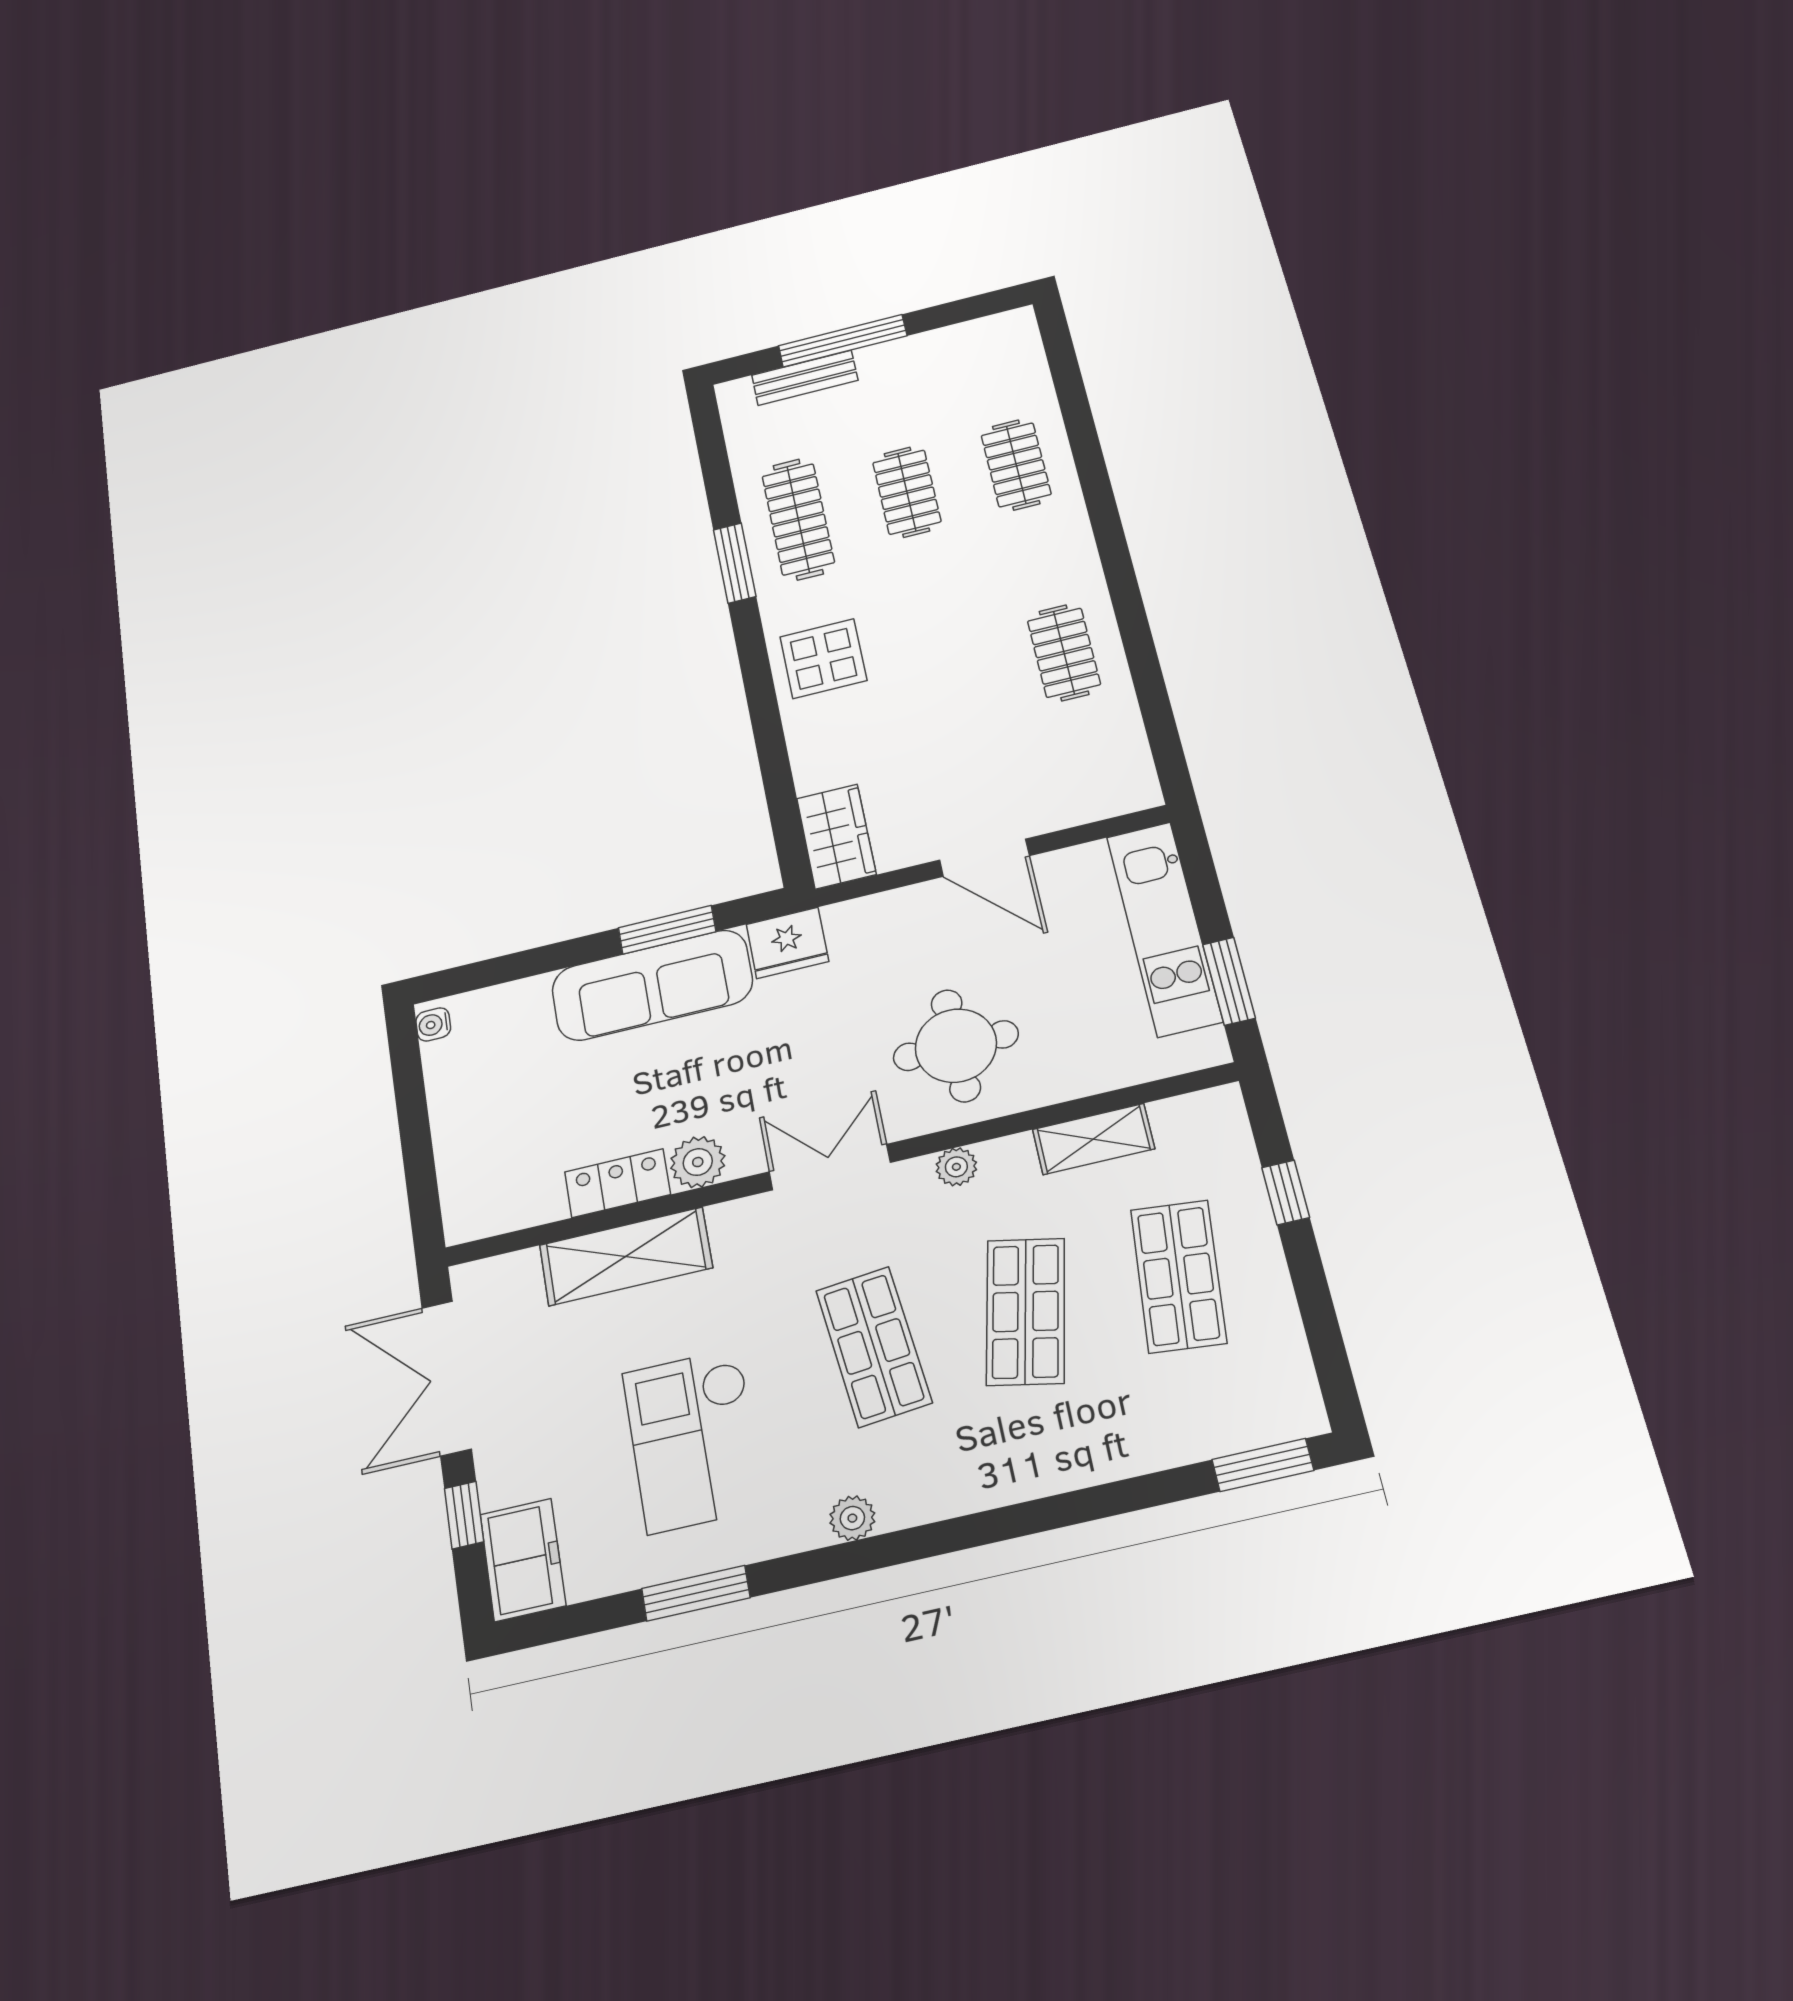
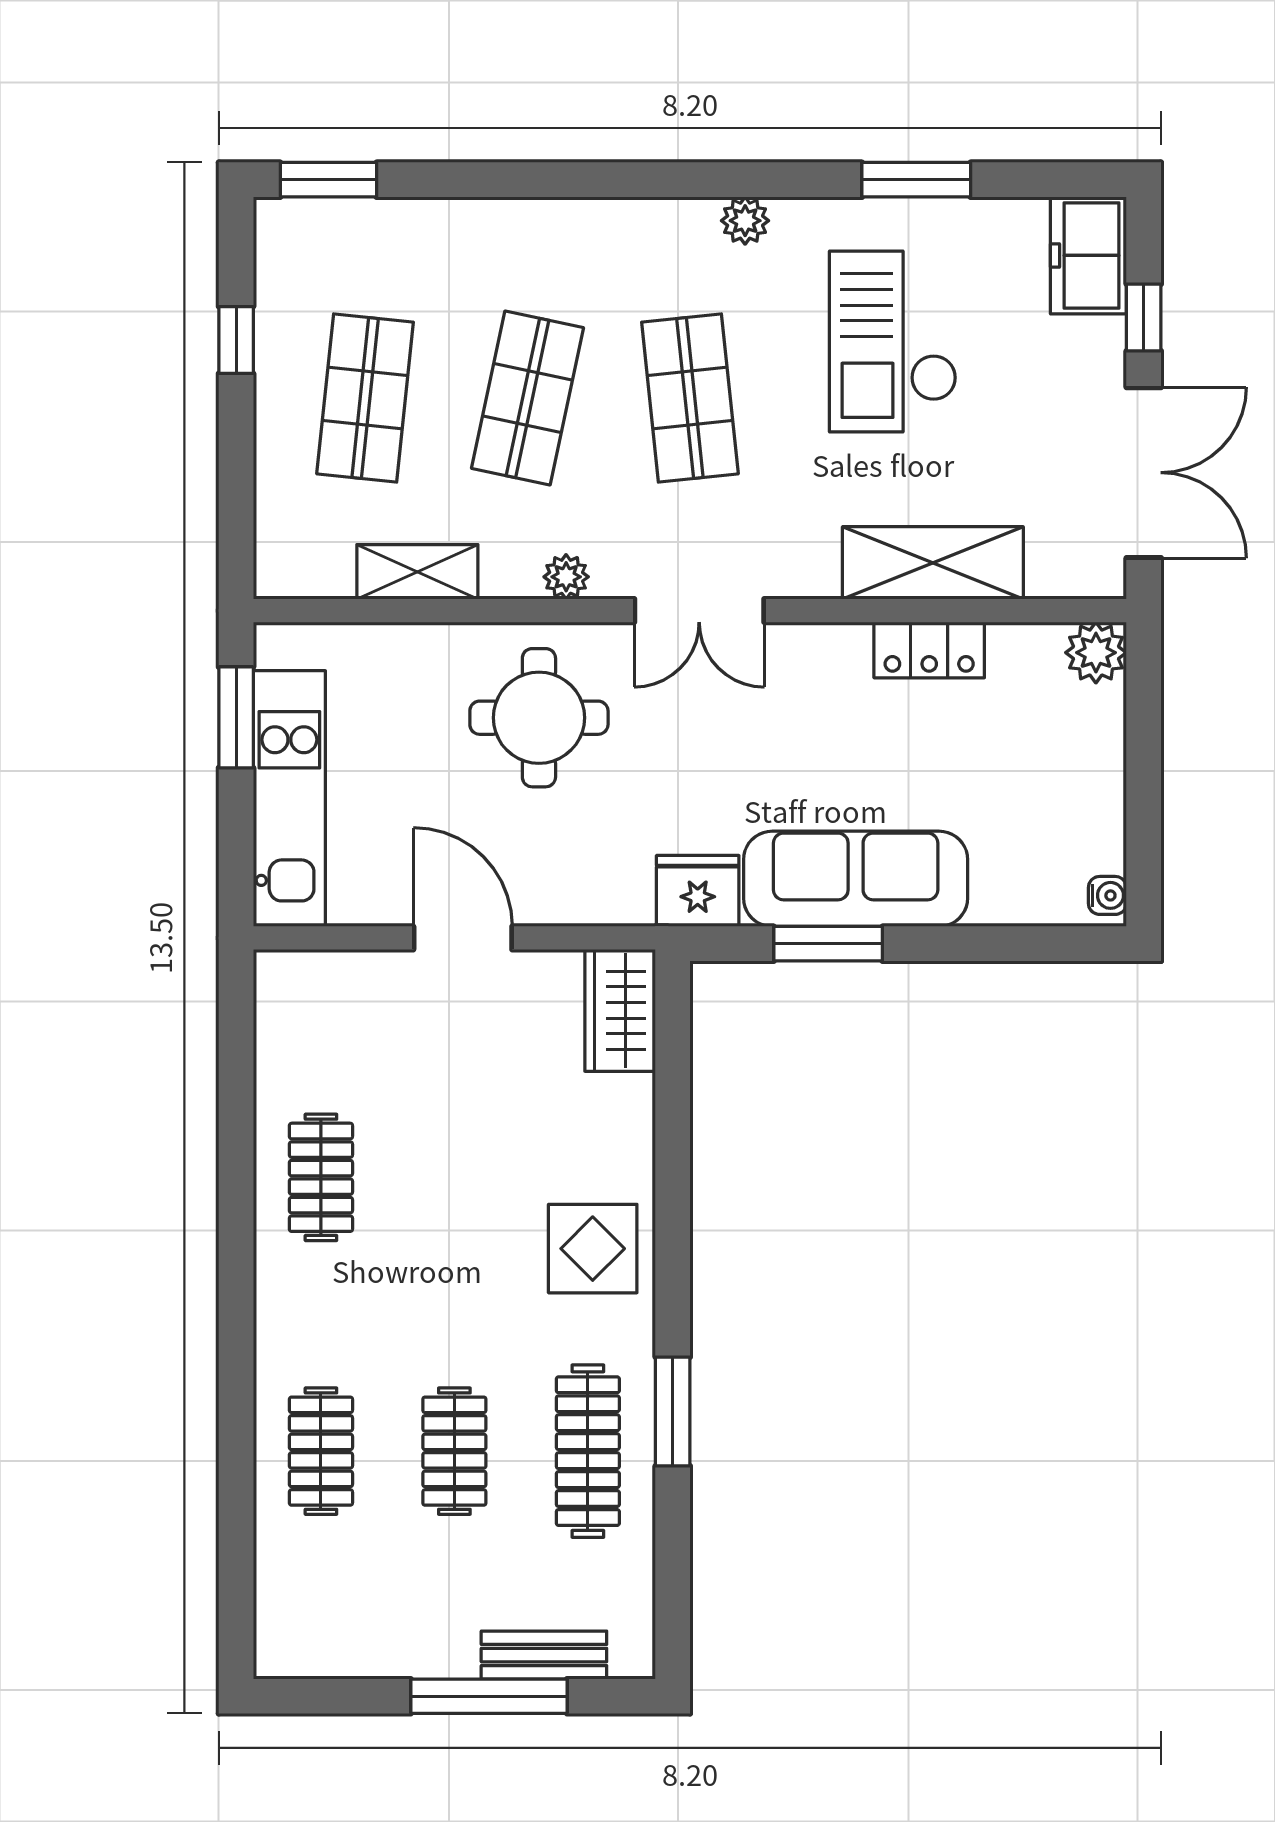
plant: (698, 1162) -> (1096, 653), moved
window: (1286, 1192) -> (236, 340), moved
checkout: (694, 1440) -> (893, 341), turned 180

